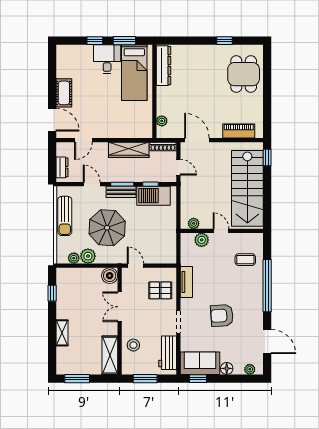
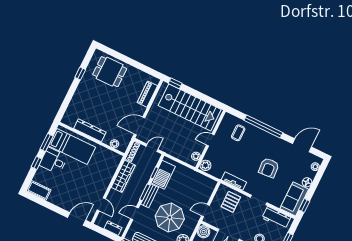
dresser: (163, 66) -> (90, 130), moved
cot: (64, 93) -> (39, 190), moved
plant: (202, 240) -> (205, 165), moved

